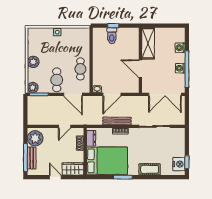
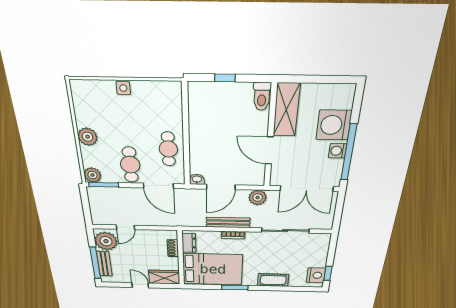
toilet: (112, 36) -> (262, 96), moved
washing machine: (180, 48) -> (334, 125), width x1.89, depth x1.89
plant: (135, 102) -> (258, 198), added
door: (65, 126) -> (125, 227), moved

